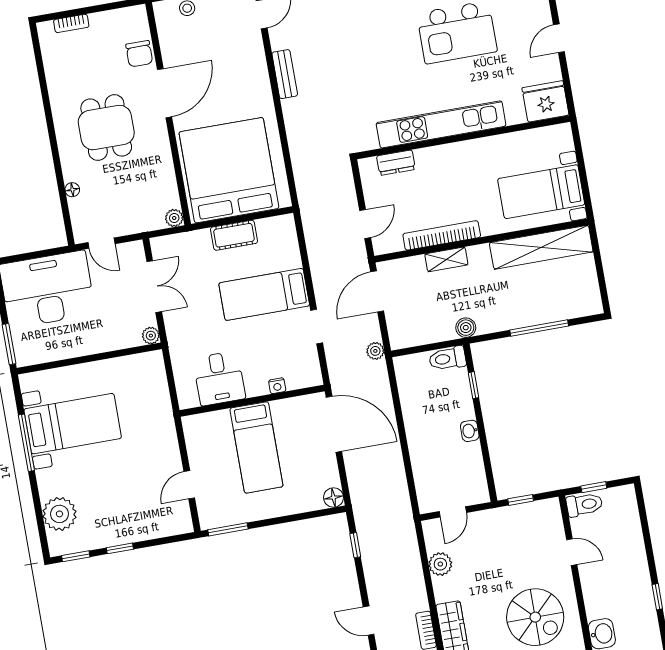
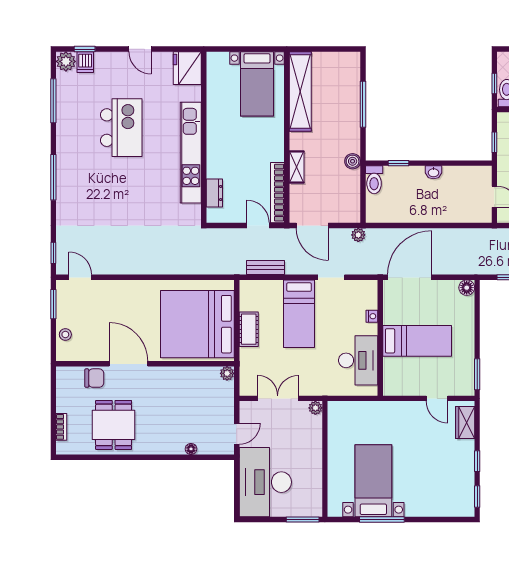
bench: (285, 74) -> (266, 268), moved
dining table: (106, 128) -> (114, 425), moved, turned 90
bookcase: (442, 235) -> (277, 193), moved
desk: (219, 378) -> (358, 360), width x1.37
plant: (59, 514) -> (442, 503), removed
wardrobe: (165, 525) -> (465, 422), added

